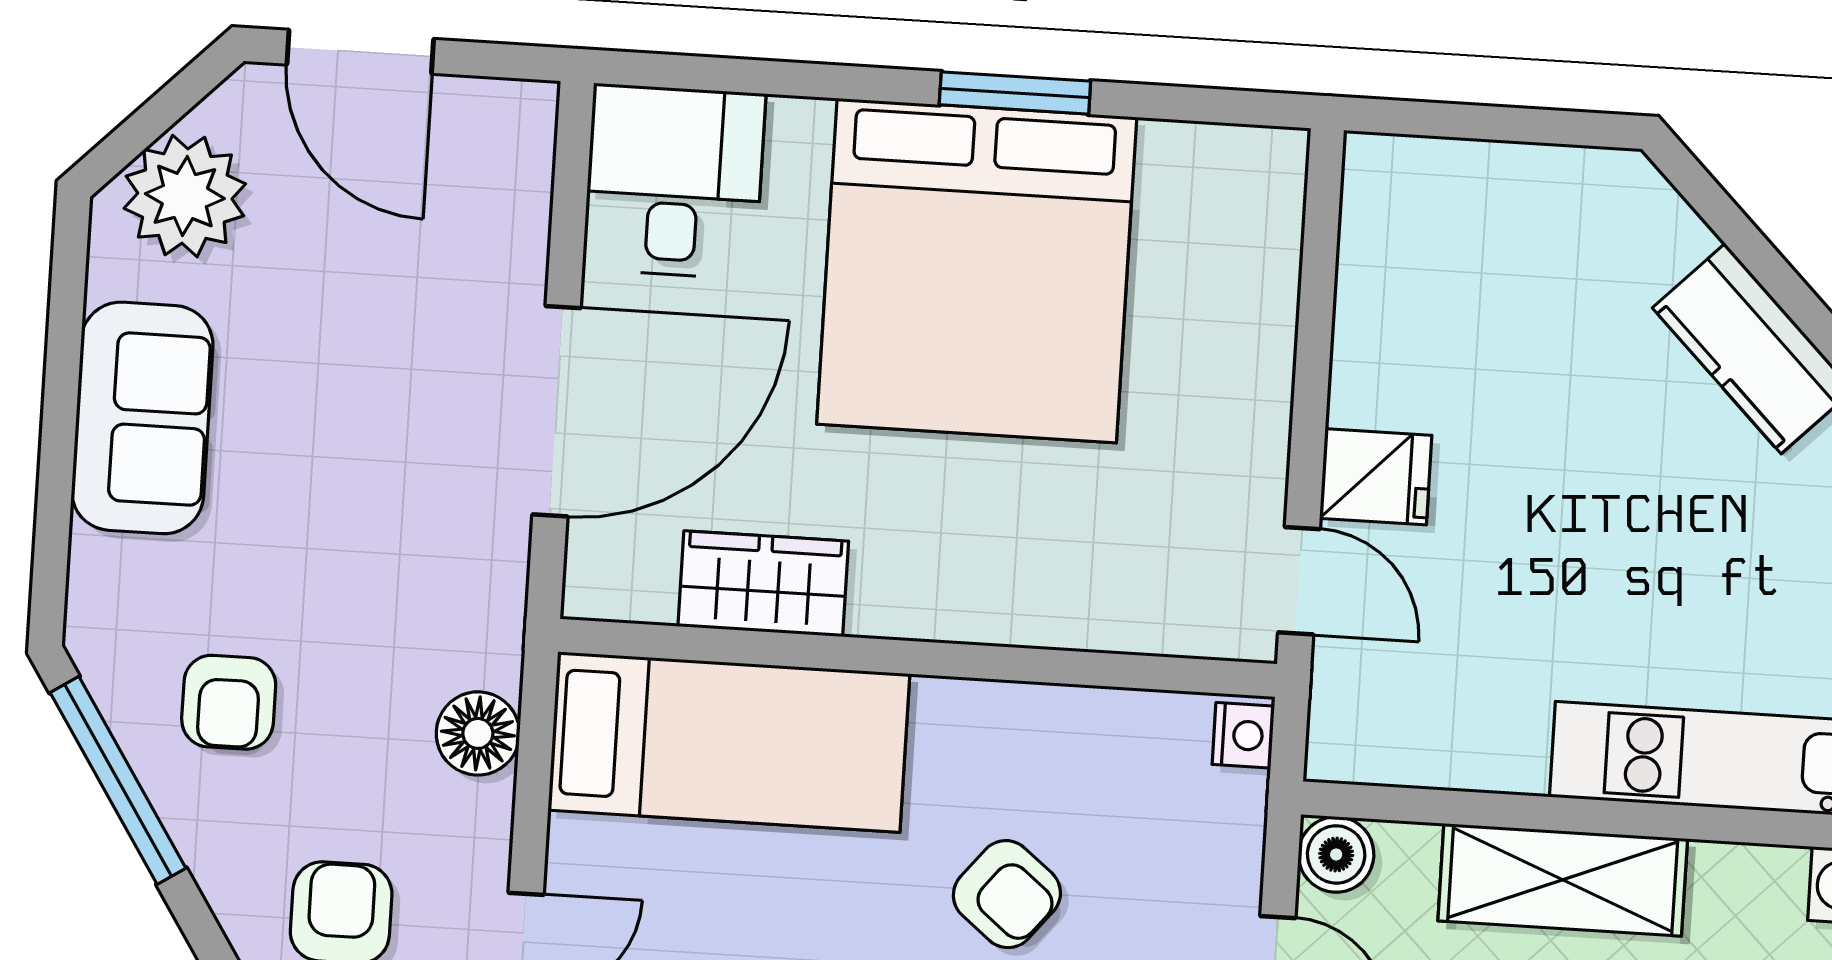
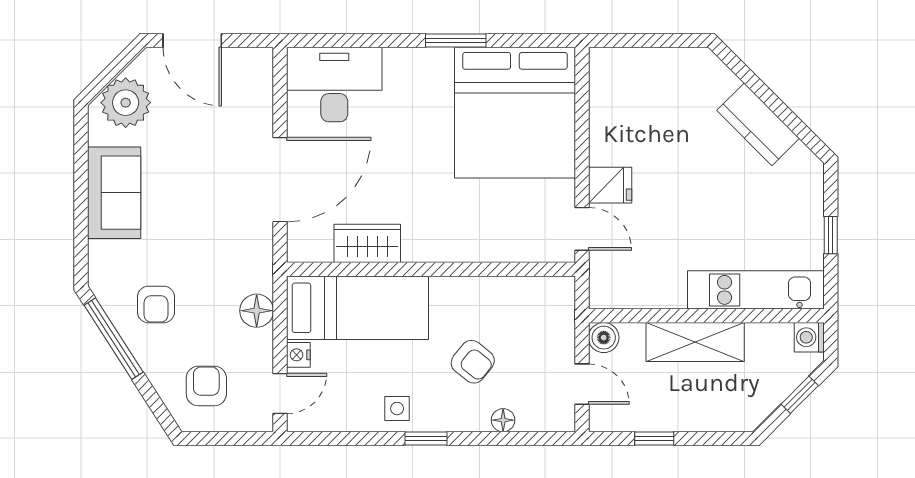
desk: (674, 181) -> (334, 84), width x1.37
bed: (977, 271) -> (515, 113), moved
nightstand: (1243, 735) -> (298, 355), moved, turned 180

